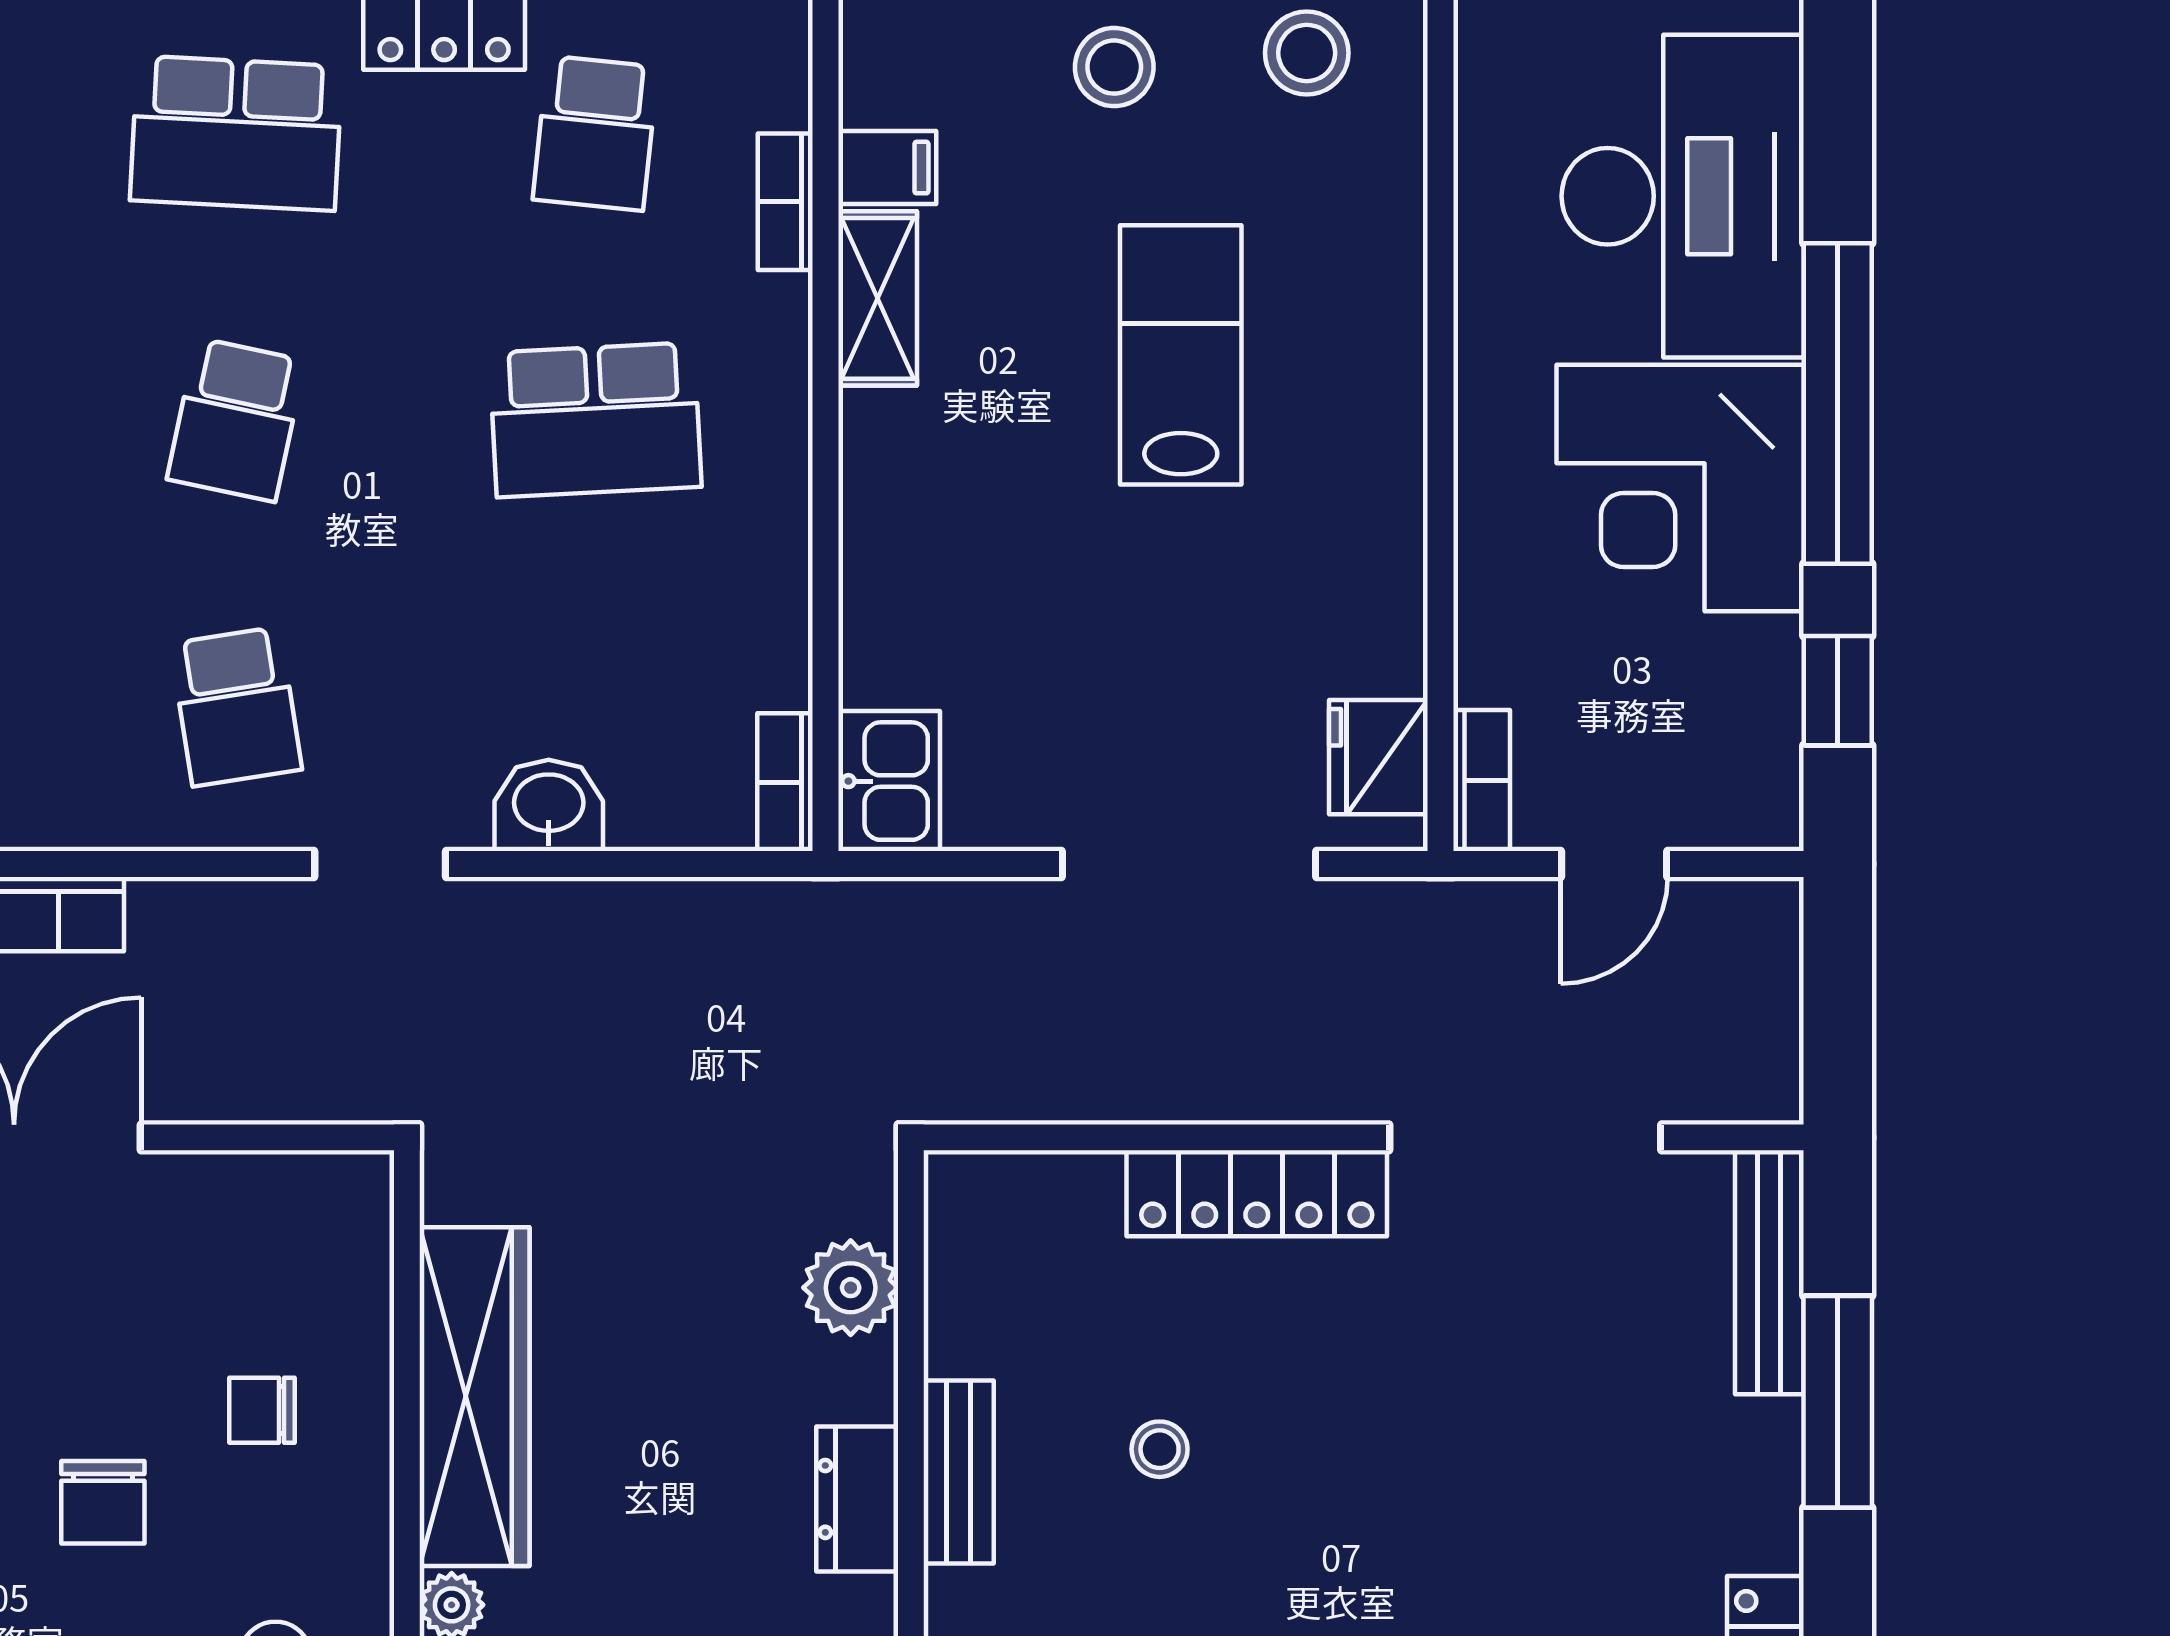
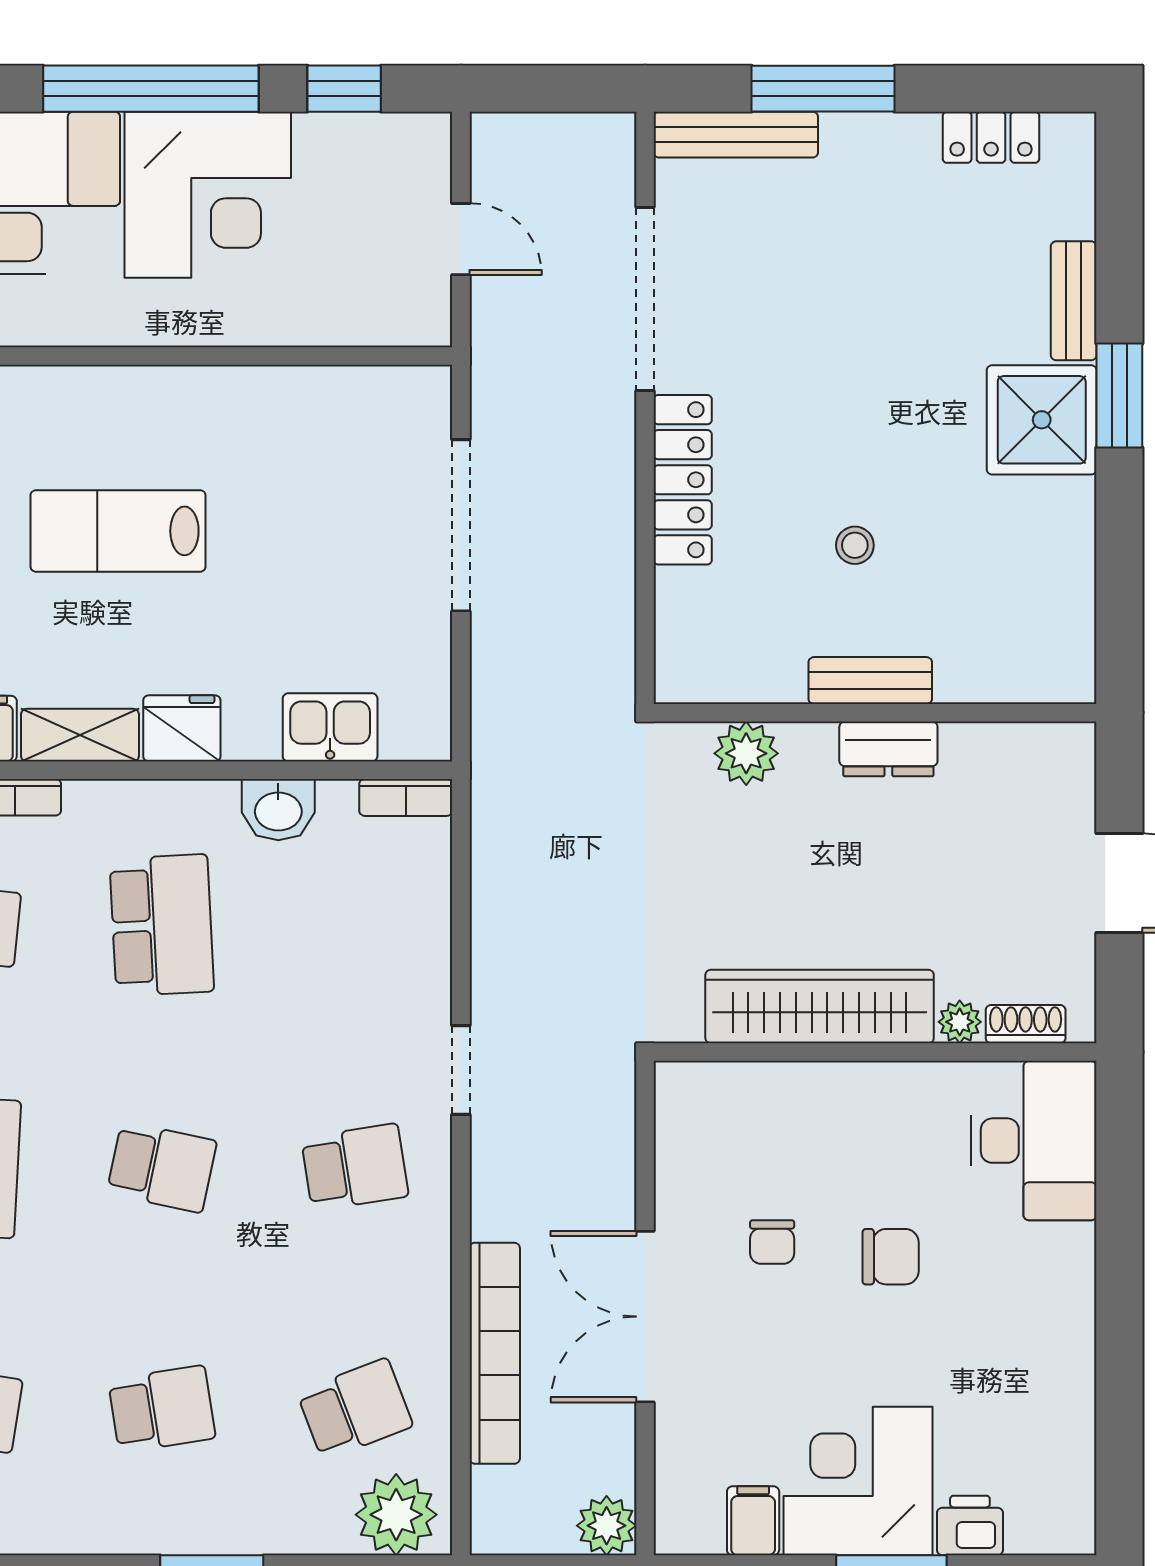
fridge: (1378, 757) -> (182, 728), moved, turned 180
kitchen sink: (889, 781) -> (330, 727), moved
bookcase: (1482, 781) -> (405, 328), removed
washbasin: (549, 805) -> (278, 810), moved, turned -90
chair: (262, 1410) -> (772, 1242), moved

